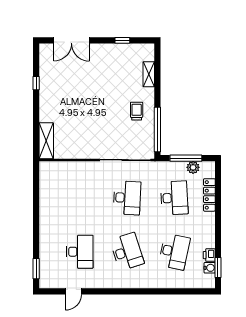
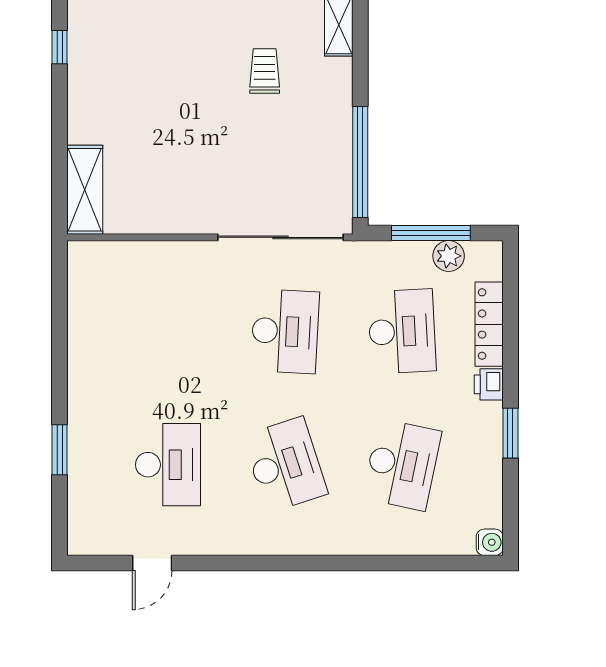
trolley: (137, 111) -> (265, 71), moved
printer: (209, 255) -> (489, 384), moved
water cooler: (210, 268) -> (490, 542), moved
window: (218, 268) -> (510, 433), moved
window: (36, 269) -> (60, 450), moved

